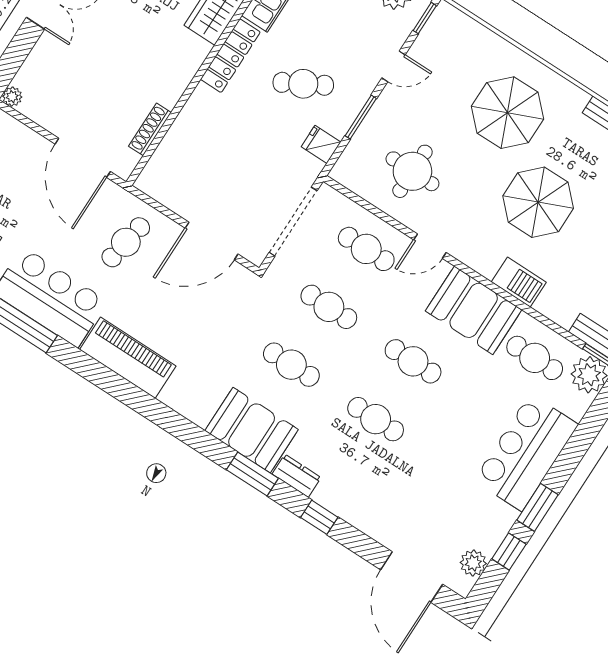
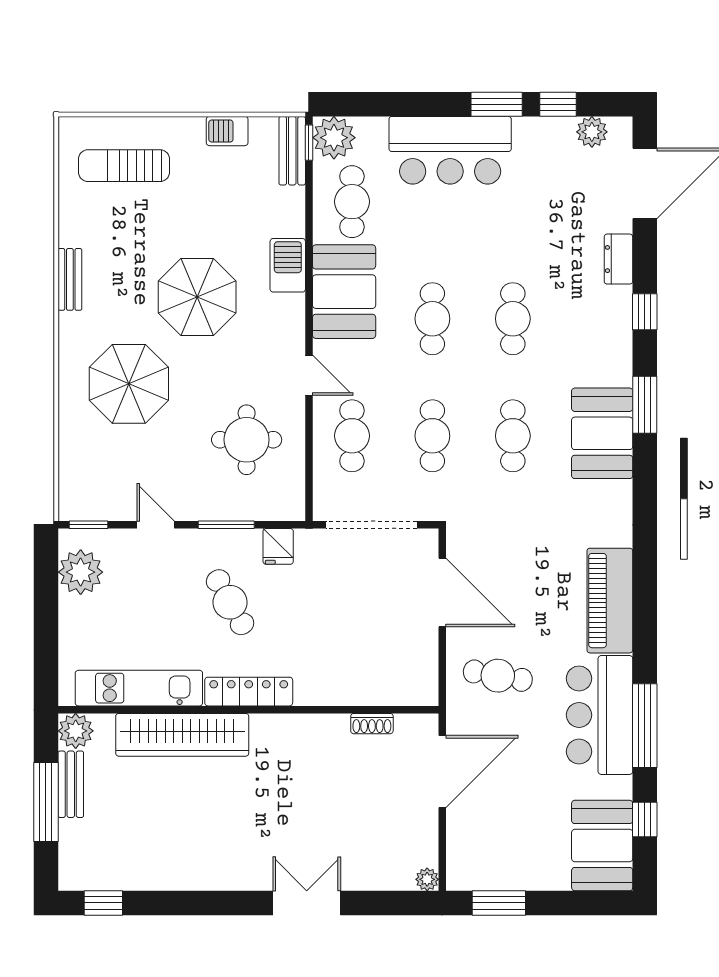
shoe rack: (150, 129) -> (372, 724), width x0.70
dresser: (297, 476) -> (618, 259), moved

